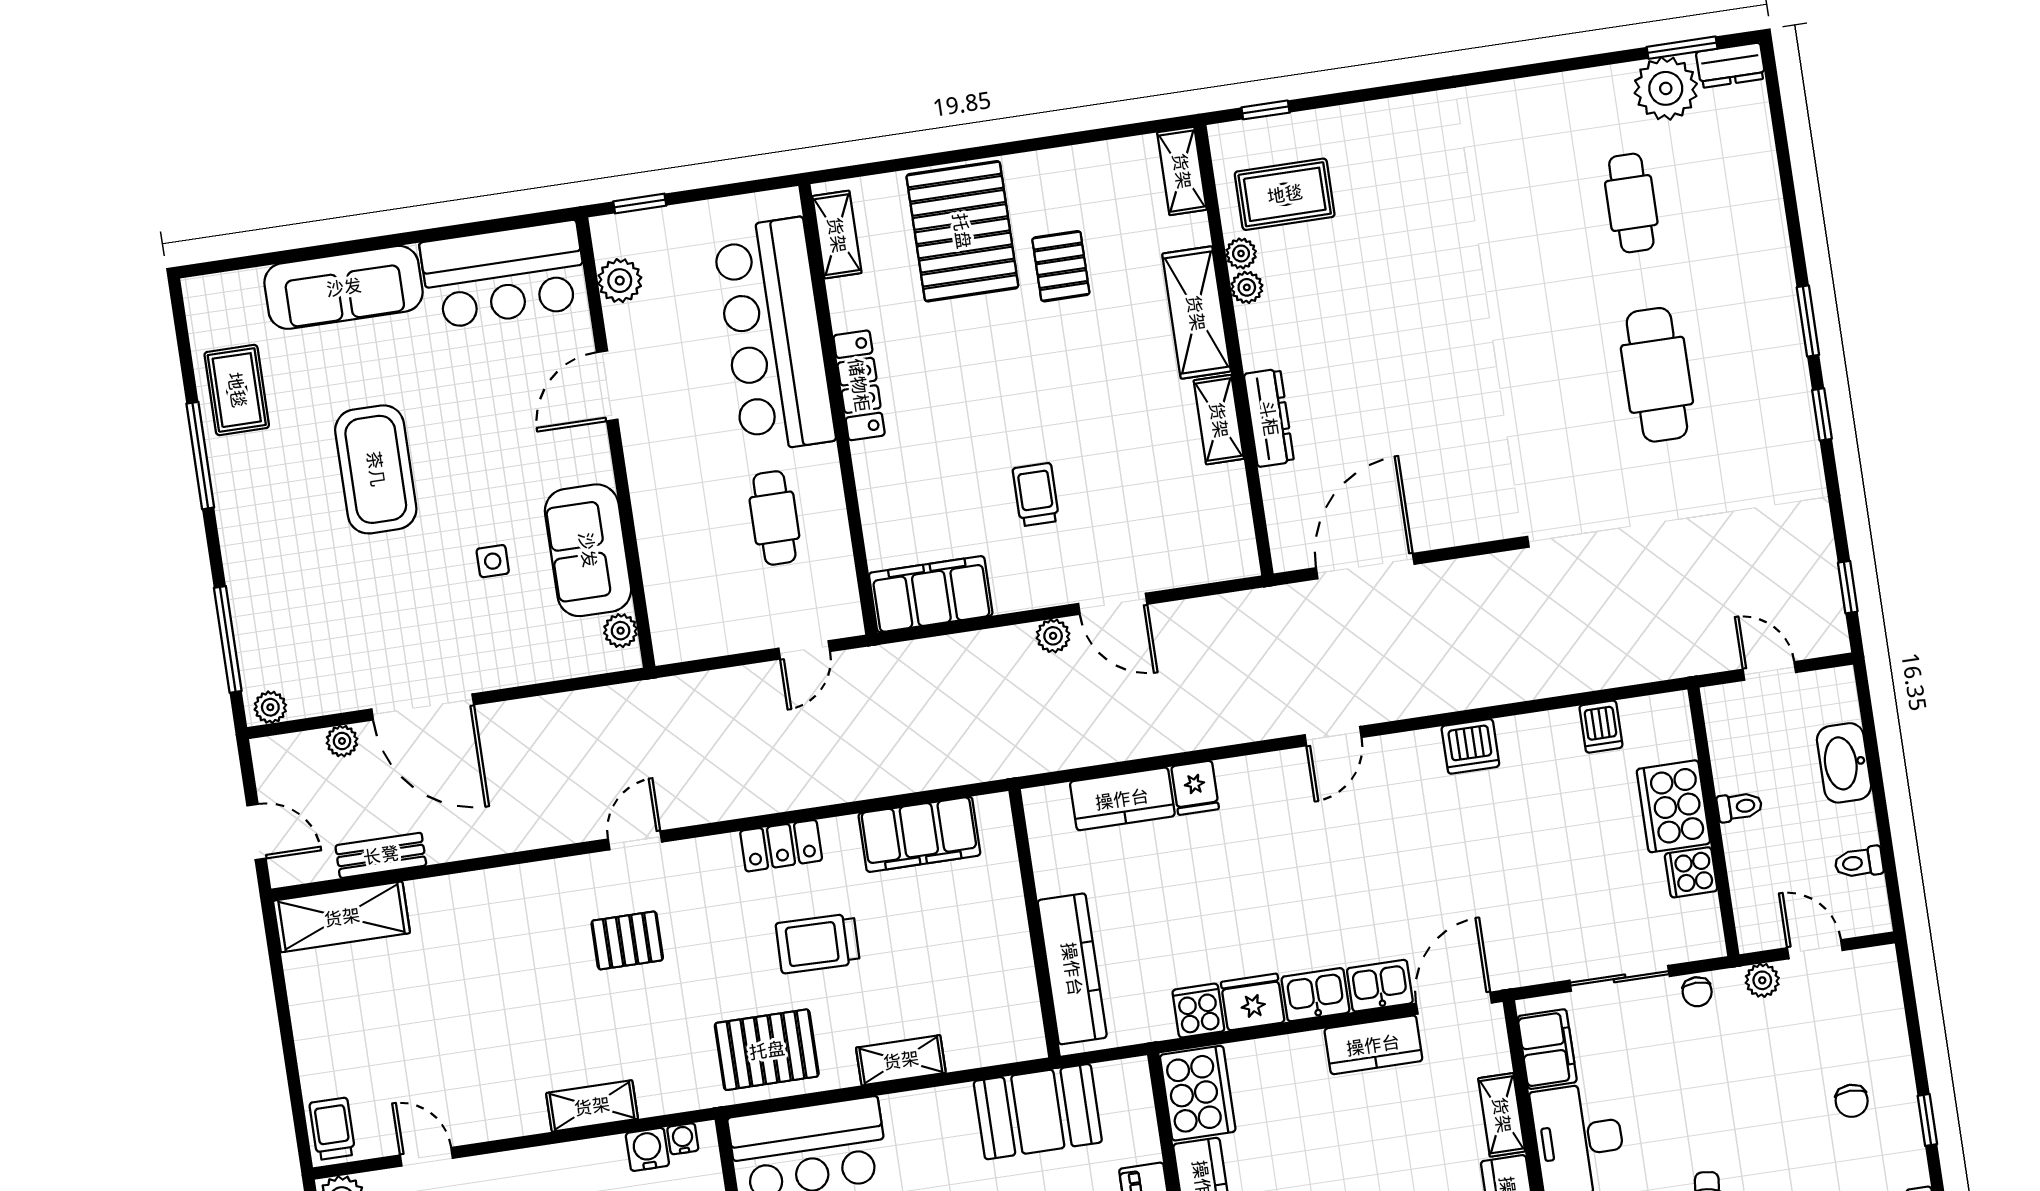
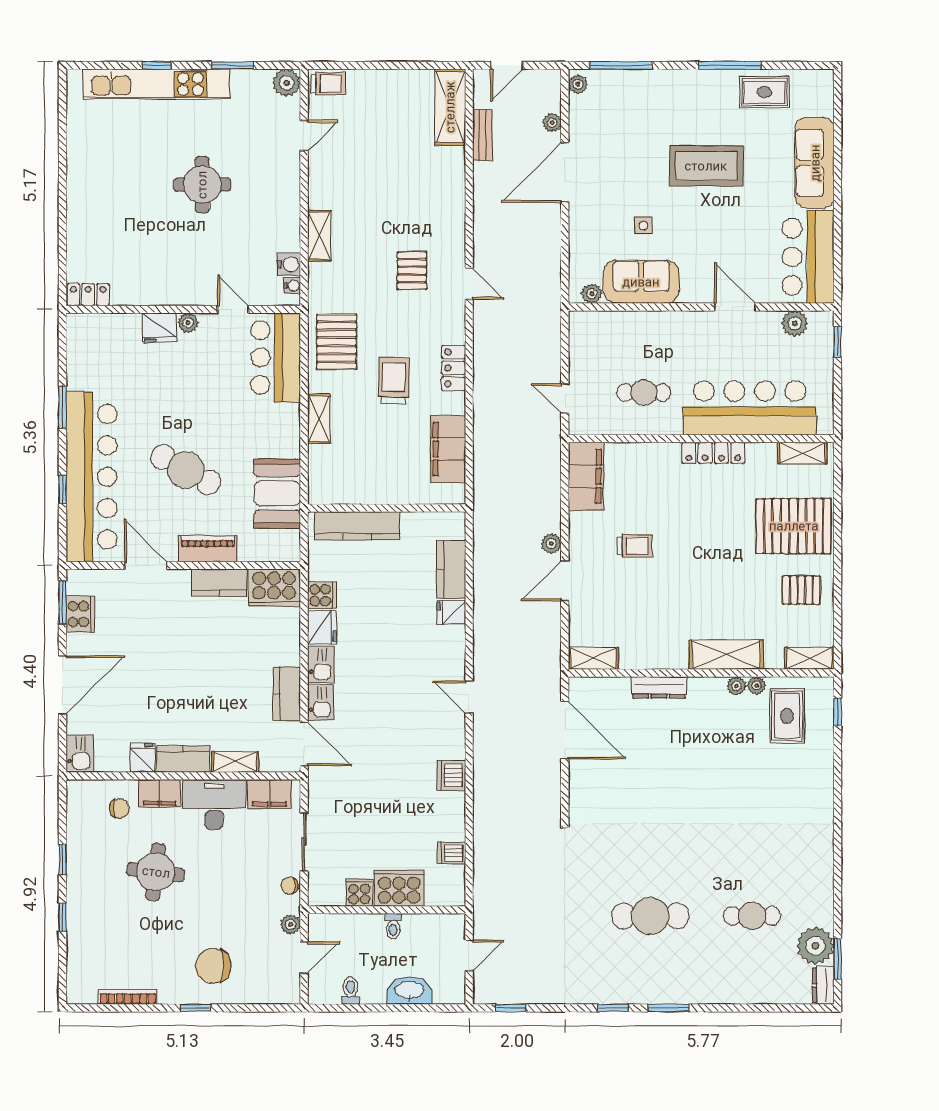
pallet: (1061, 266) -> (801, 590), moved
shelving: (1219, 420) -> (593, 658), moved
chair: (1852, 1101) -> (213, 966), width x1.87, depth x1.87

